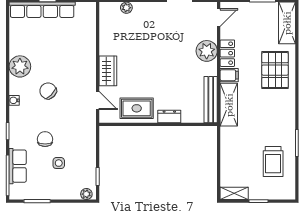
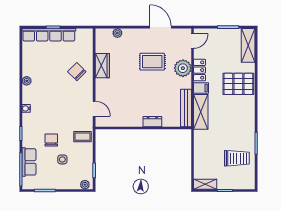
plant: (20, 66) -> (27, 81), width x0.53, depth x0.53
pallet: (275, 70) -> (238, 84), turned 90
wardrobe: (108, 71) -> (102, 66), moved
chair: (48, 91) -> (77, 72), moved
rug: (137, 108) -> (152, 62), moved
coffee table: (84, 135) -> (83, 137), added
trolley: (273, 162) -> (237, 158), turned -90

